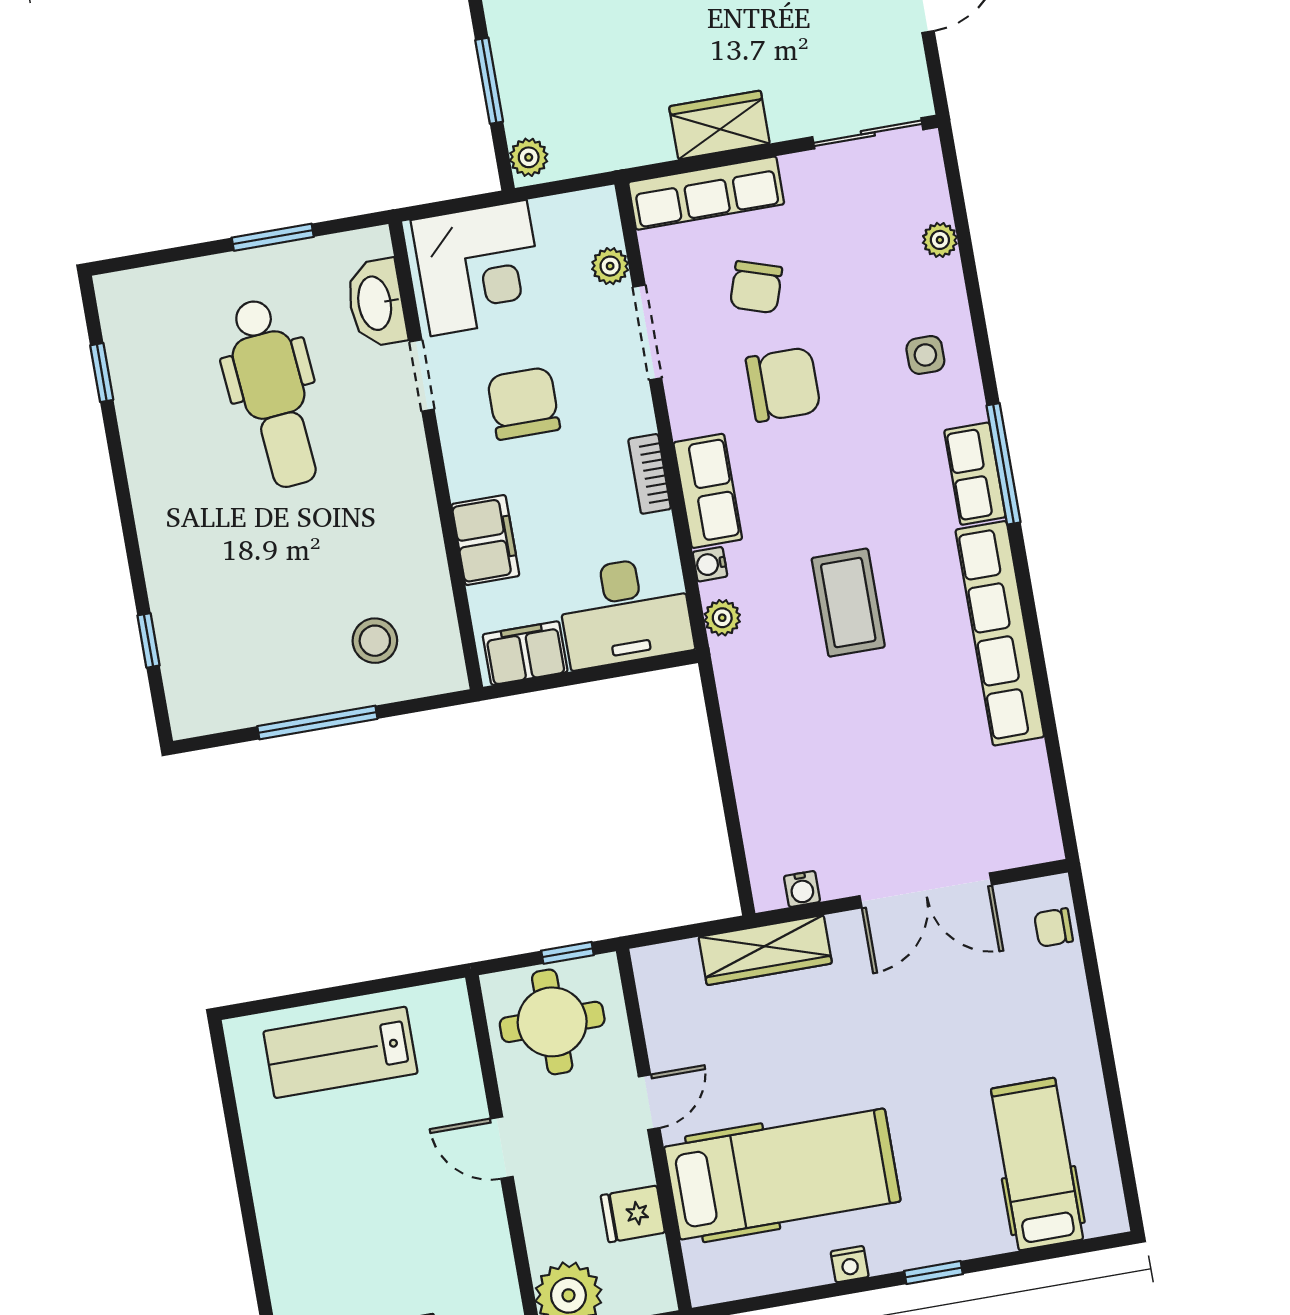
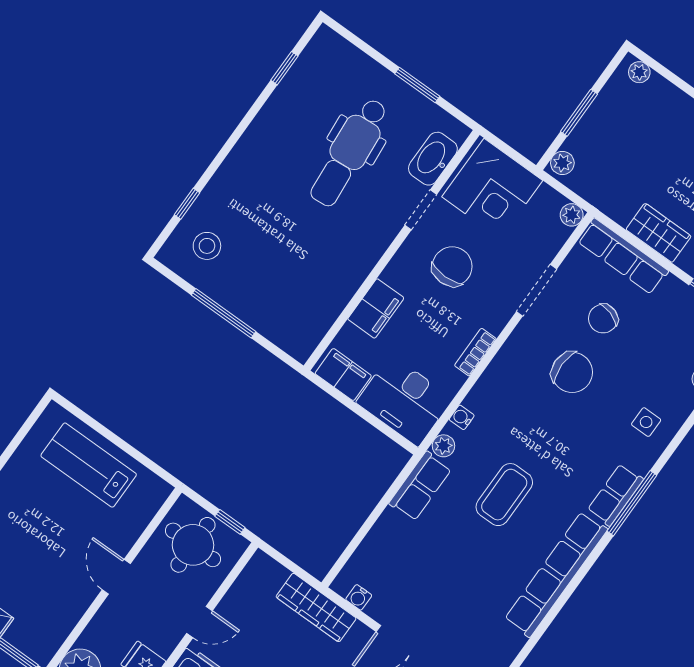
plant: (610, 266) -> (572, 215), moved
row of seats: (708, 491) -> (420, 486), moved
stool: (375, 641) -> (207, 246), moved

